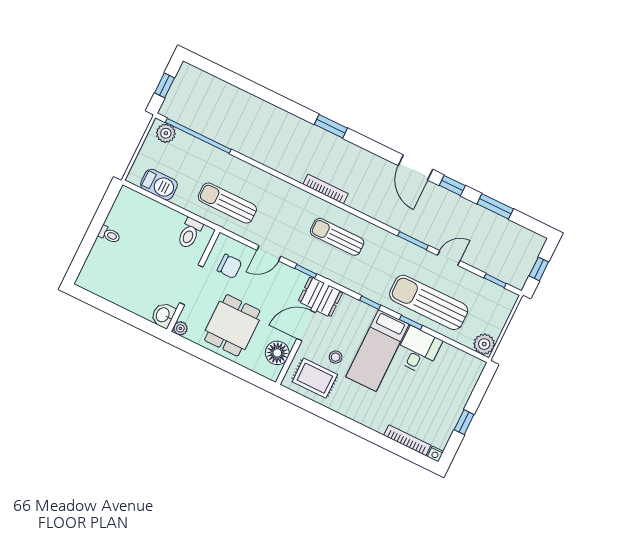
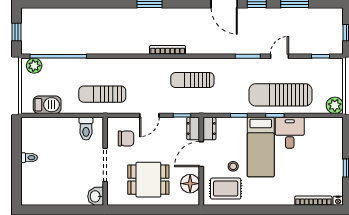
dining table: (232, 325) -> (148, 180), turned 90
plant: (180, 328) -> (112, 200), removed

